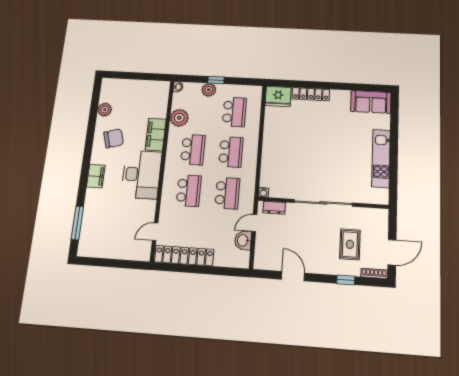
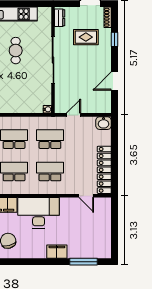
cafe table: (336, 160) -> (16, 51), added
filing cabinet: (96, 176) -> (57, 252), moved
dresser: (274, 208) -> (60, 18), moved
door: (254, 223) -> (74, 115), swing flipped
washbasin: (243, 240) -> (104, 123), moved

